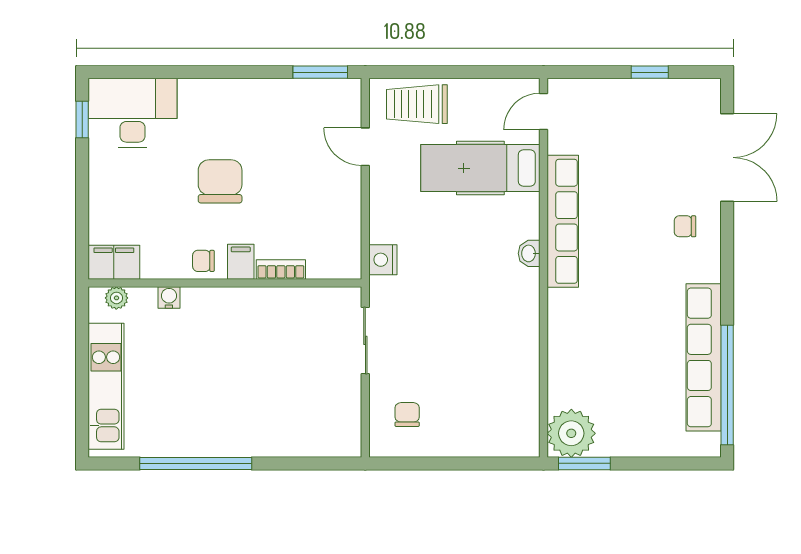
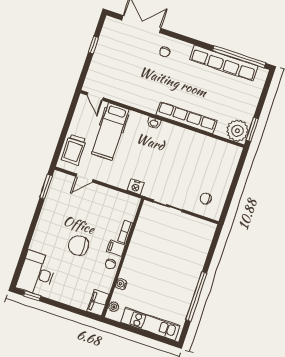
row of seats: (563, 221) -> (187, 118), moved

